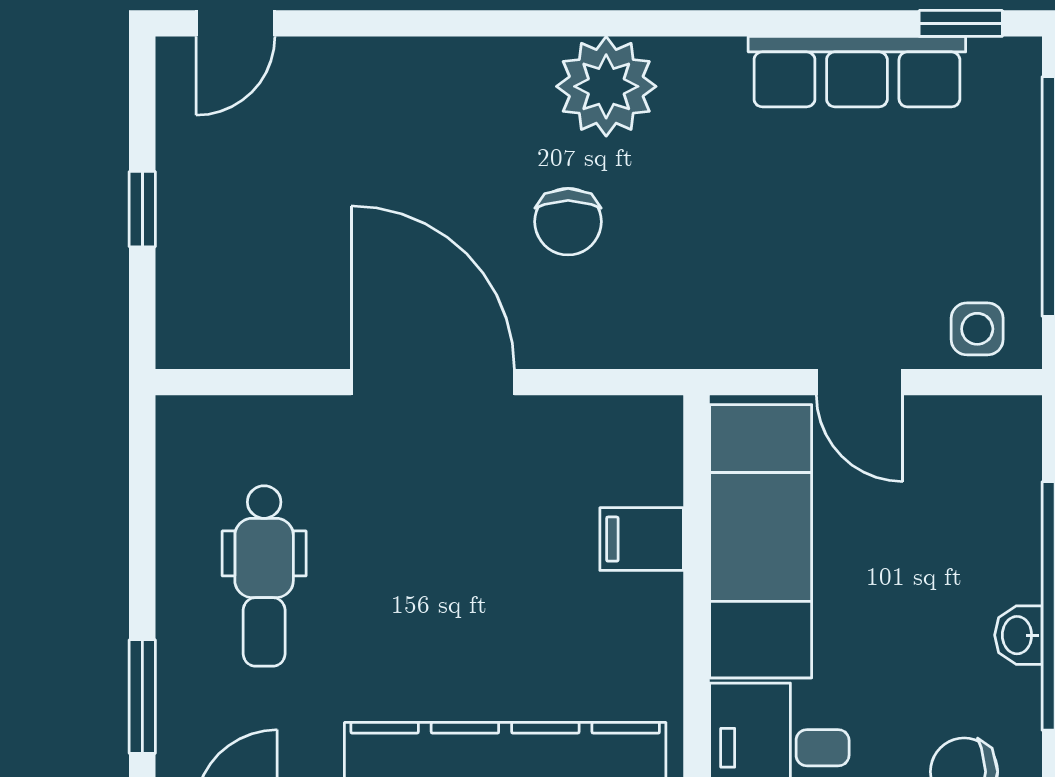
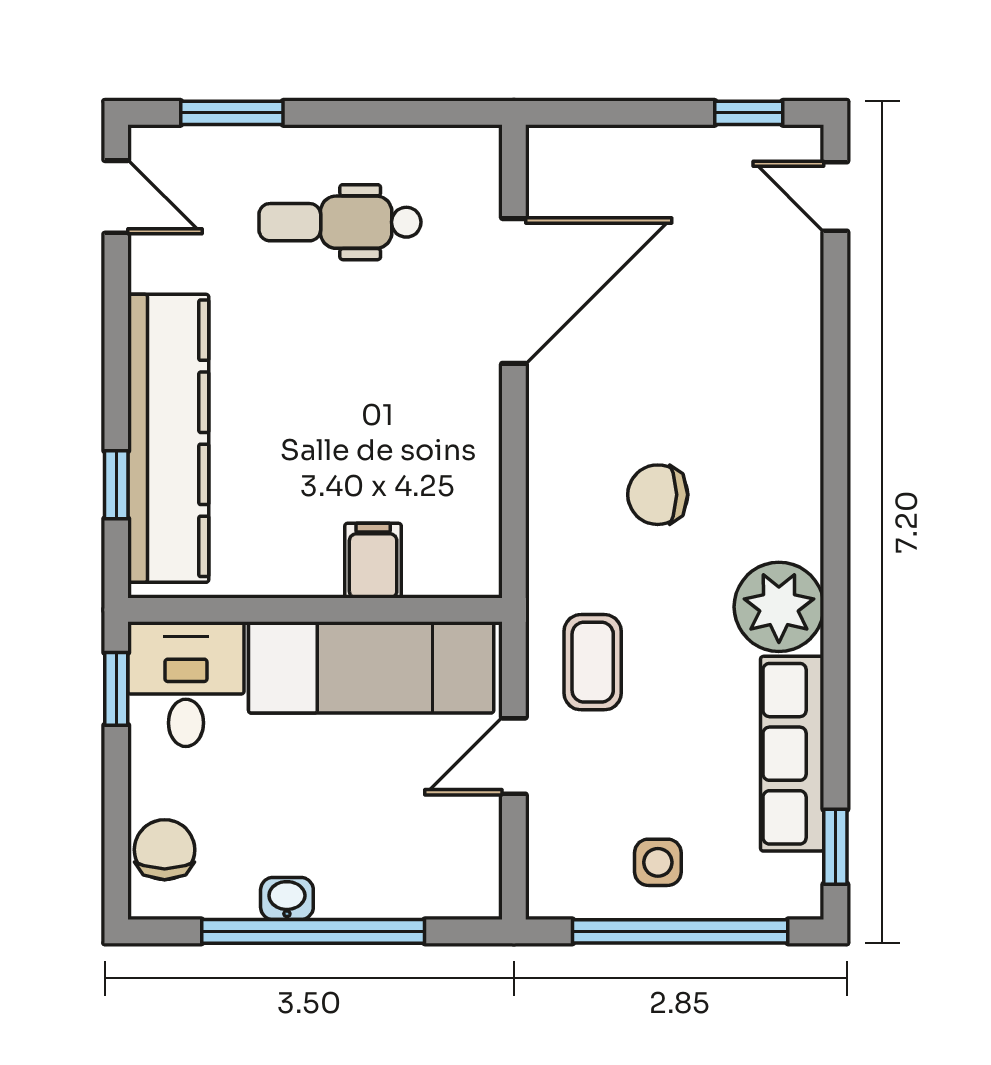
plant: (606, 86) -> (779, 607), moved
window: (142, 209) -> (749, 113), moved
coffee table: (755, 294) -> (593, 662), added
side table: (977, 329) -> (658, 862), moved
door: (433, 382) -> (514, 291), moved

